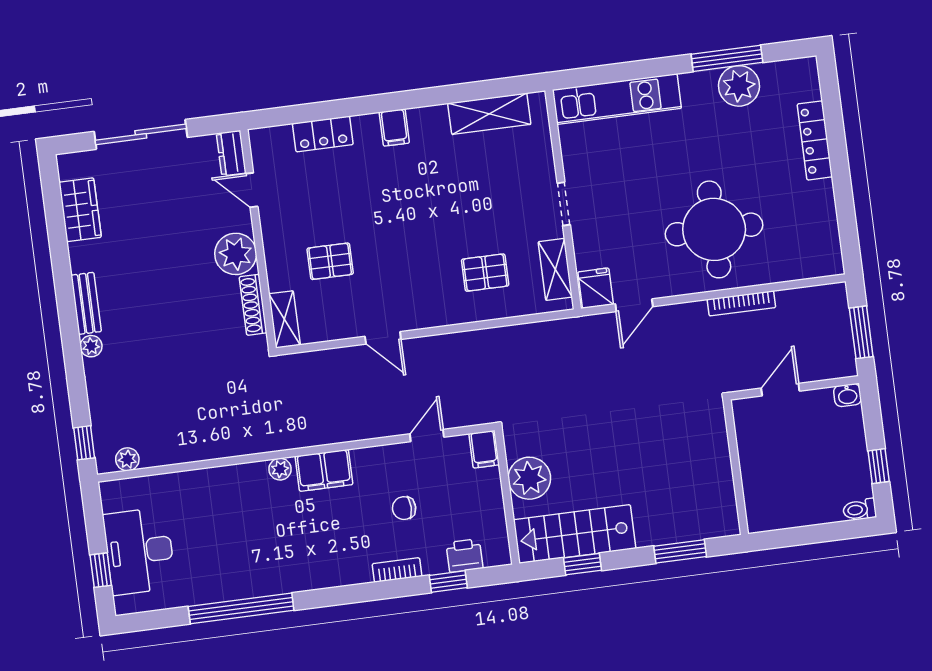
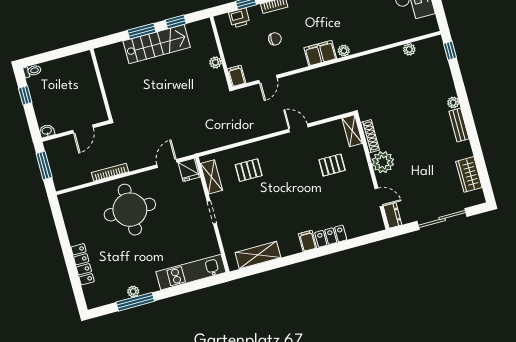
plant: (739, 86) -> (133, 291), width x0.53, depth x0.53
locker: (323, 134) -> (331, 236), moved
plant: (127, 459) -> (409, 49), moved
plant: (529, 478) -> (215, 62), width x0.53, depth x0.53
stairs: (575, 534) -> (157, 44), moved
window: (680, 551) -> (142, 31), moved

